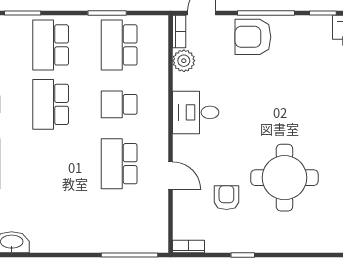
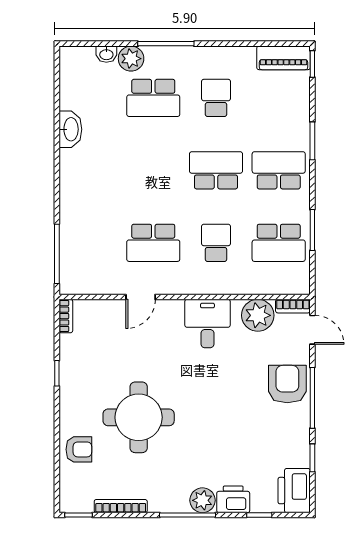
school desk: (119, 45) -> (279, 243), turned 180
plant: (184, 61) -> (258, 315), width x1.36, depth x1.36
school desk: (119, 164) -> (153, 243), turned 180
armchair: (226, 198) -> (79, 449), moved

